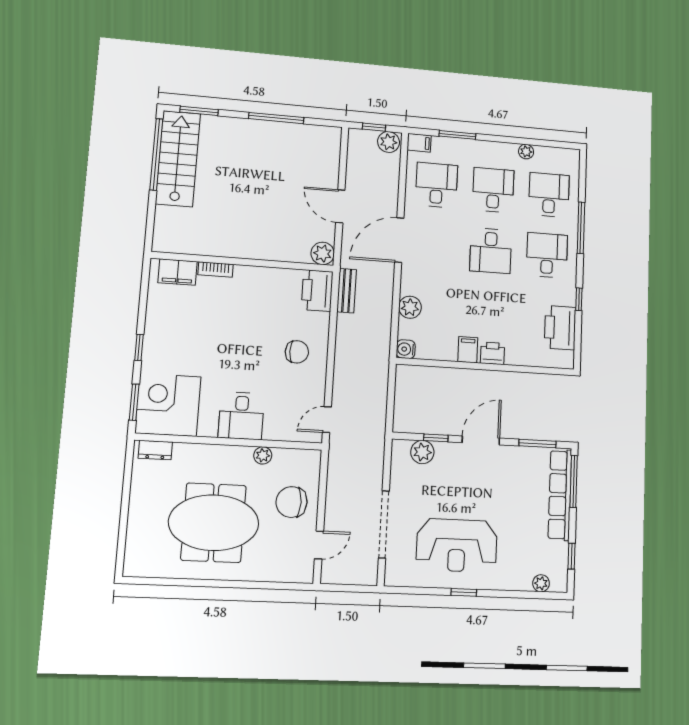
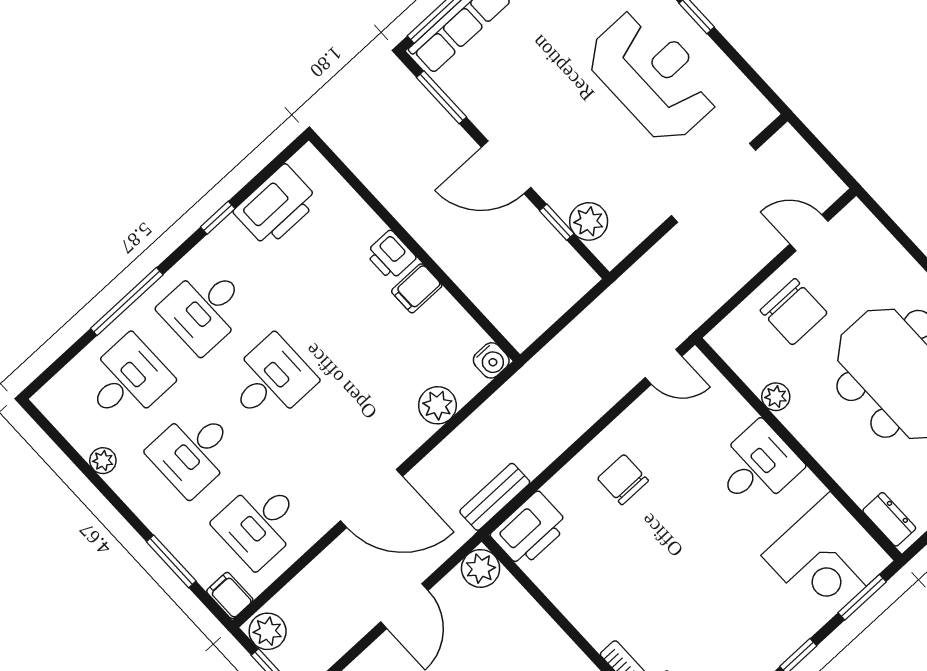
desk: (549, 195) -> (127, 380), turned 180

